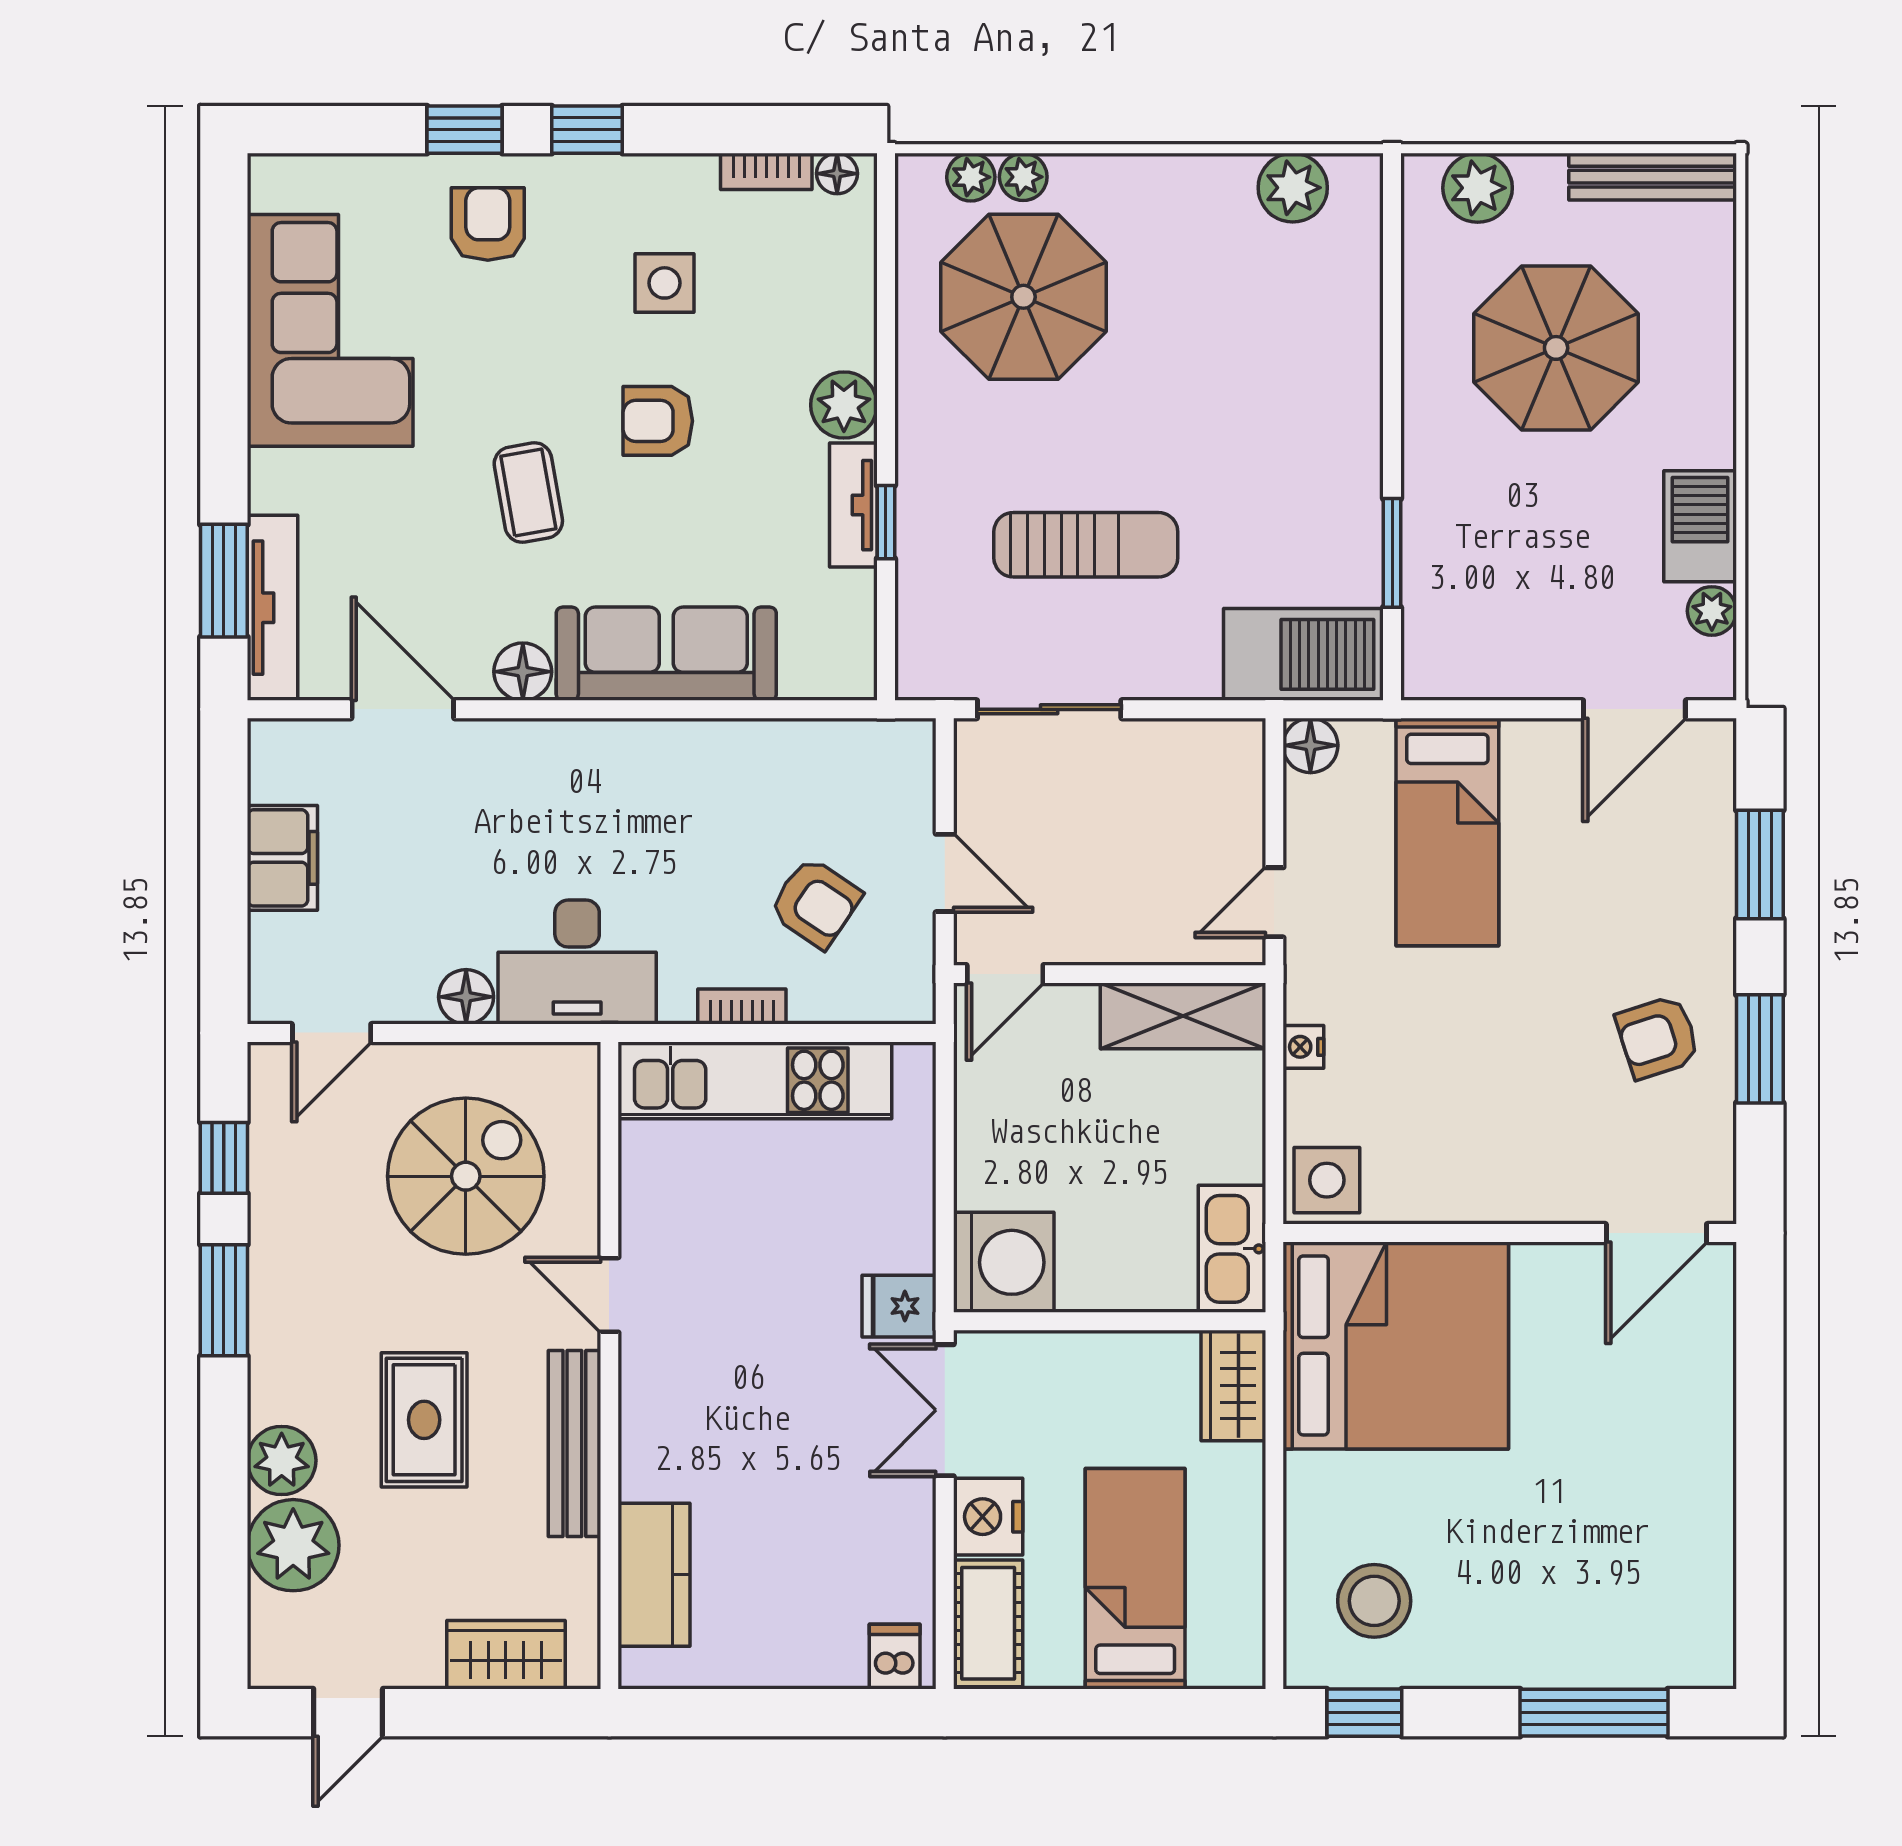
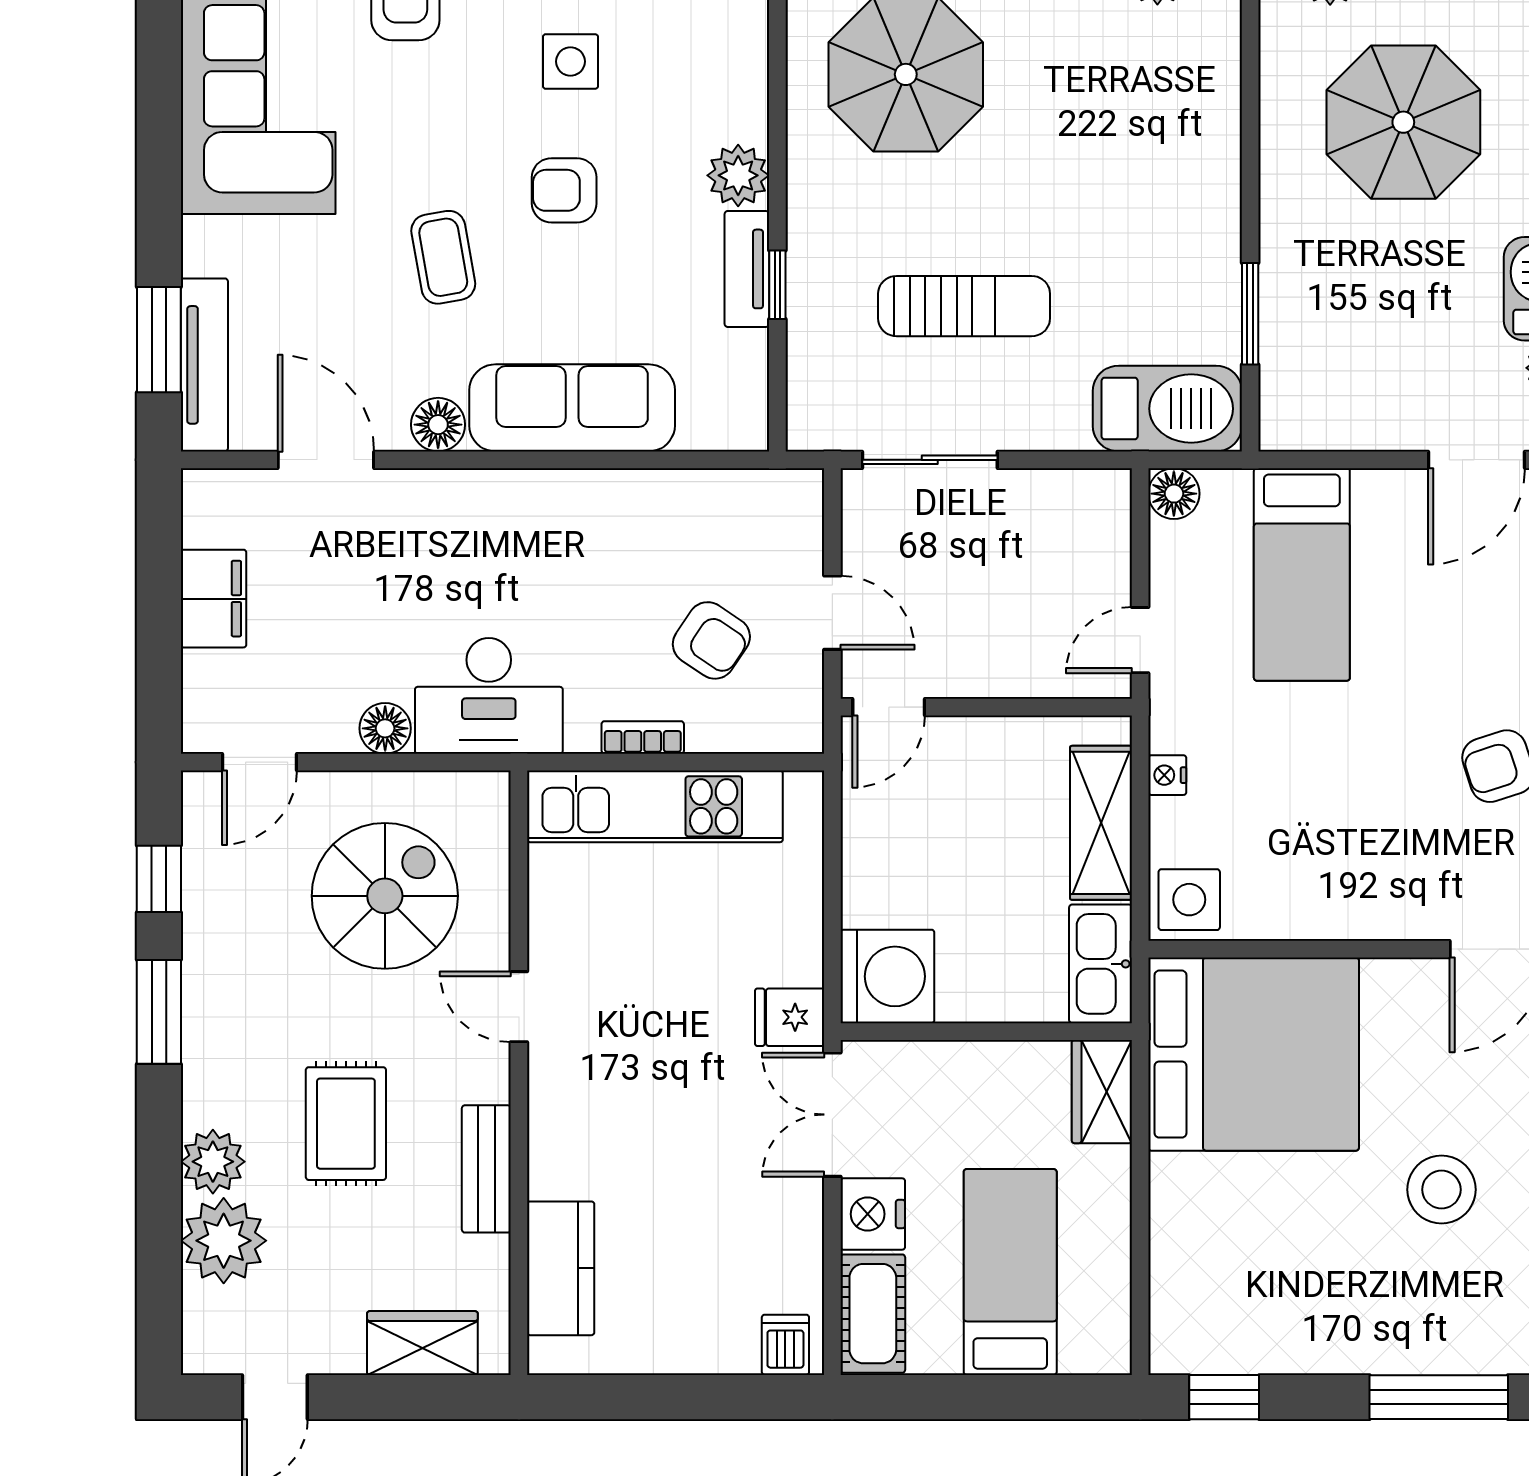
shelving: (1183, 1016) -> (1101, 823), moved, turned 90
bench: (574, 1444) -> (486, 1169), width x0.73
stool: (1374, 1601) -> (1441, 1190), moved

